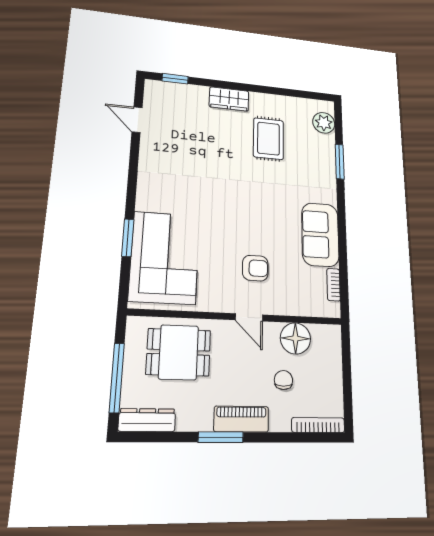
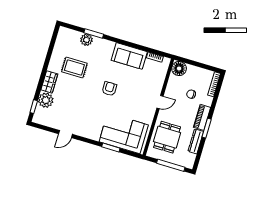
plant: (193, 98) -> (46, 100), added
door: (137, 120) -> (65, 134), moved
plant: (324, 123) -> (86, 40), moved
armchair: (255, 268) -> (109, 89), moved
floor lamp: (295, 338) -> (179, 69), moved
dresser: (147, 420) -> (196, 141), moved

